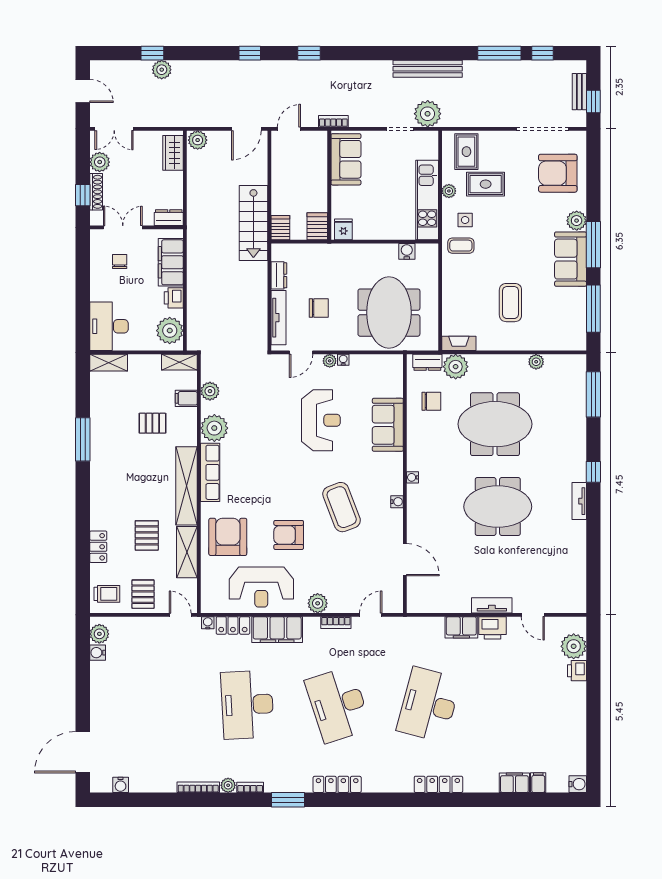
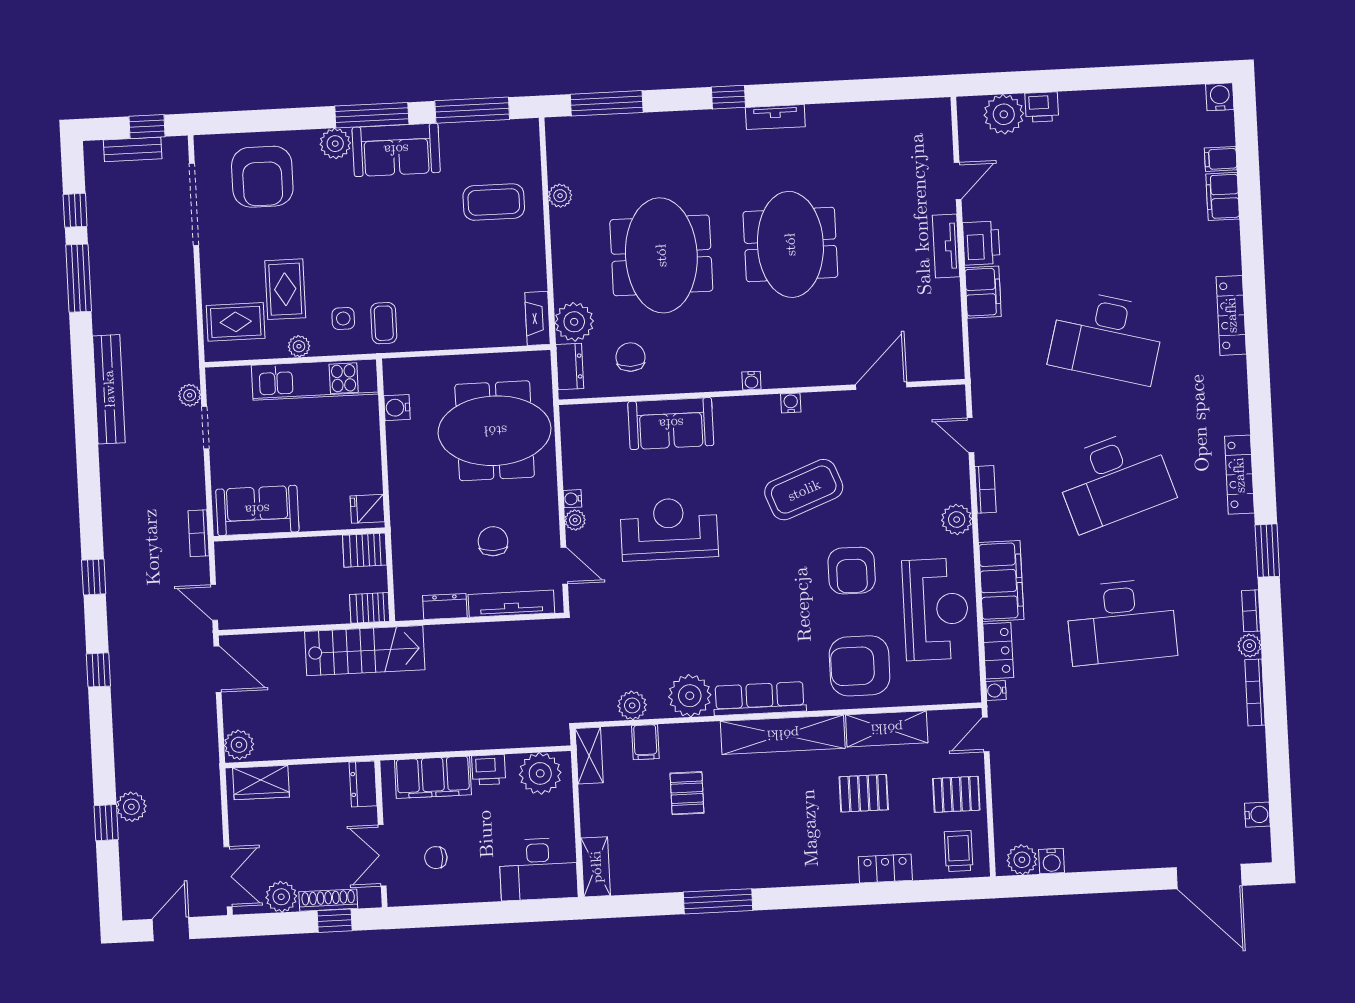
plant: (428, 114) -> (190, 395), width x0.53, depth x0.53
coffee table: (510, 303) -> (494, 202), moved

